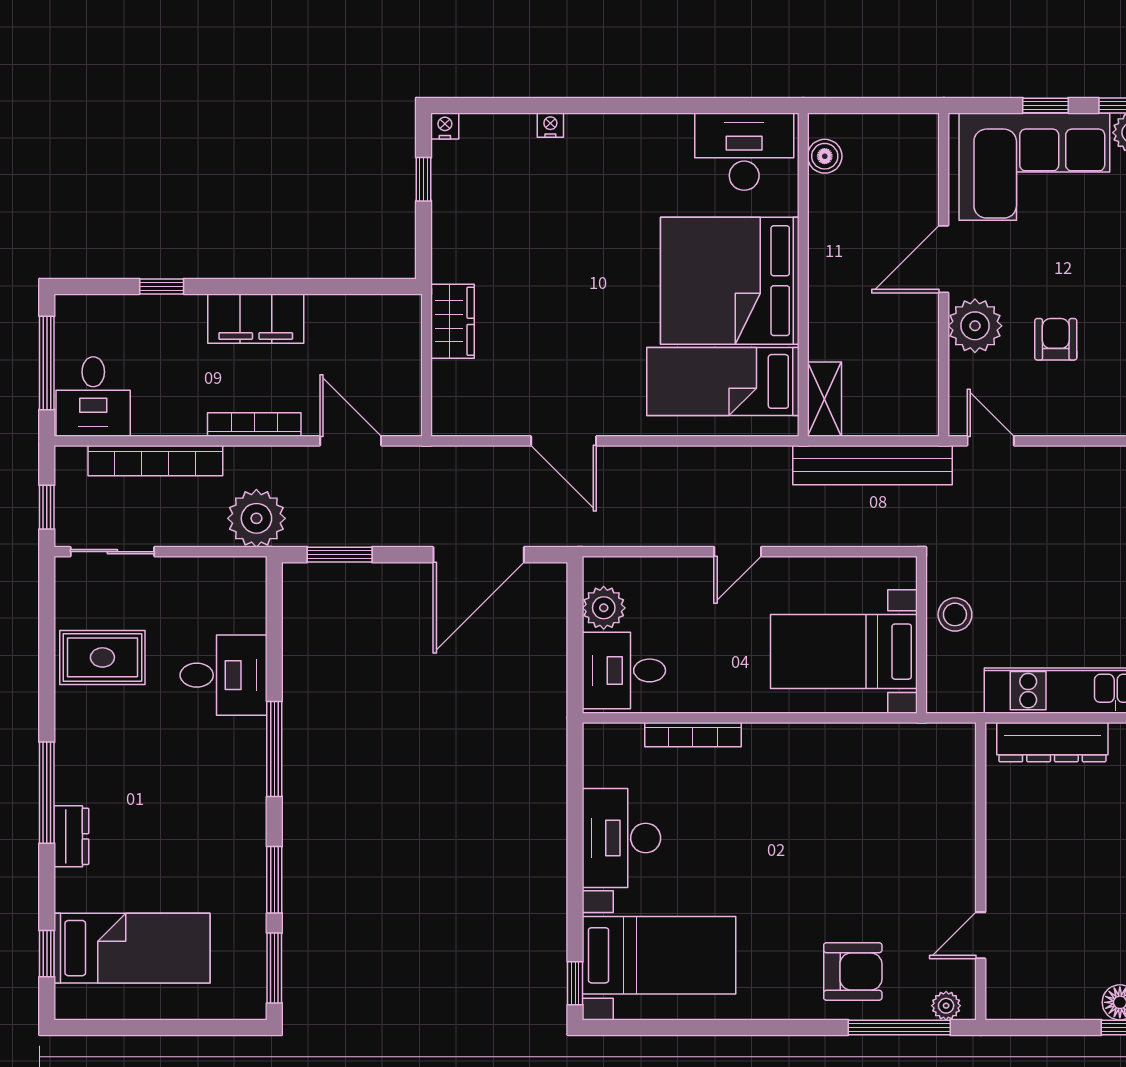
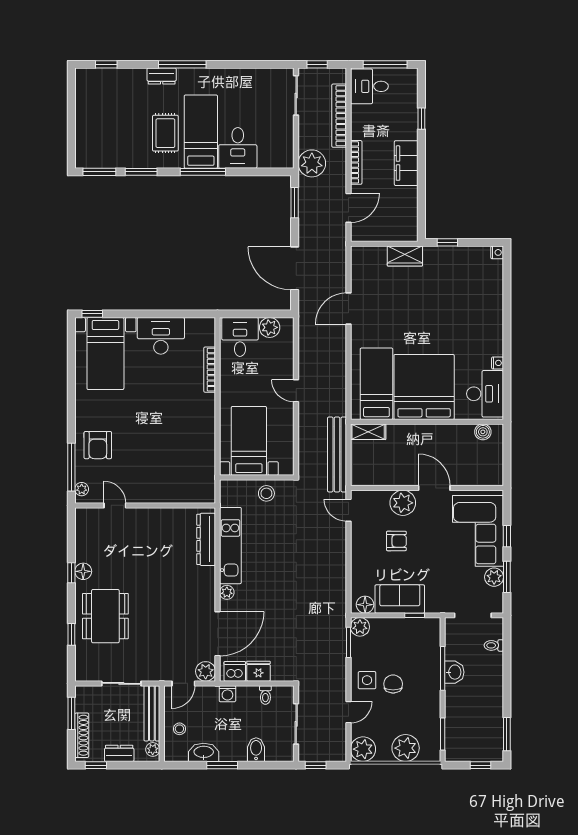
nightstand: (550, 125) -> (498, 363), moved
window: (424, 179) -> (447, 242), moved
door: (991, 441) -> (348, 510), swing flipped
rug: (102, 657) -> (165, 133), moved
bed: (132, 948) -> (201, 132), moved, turned 180

